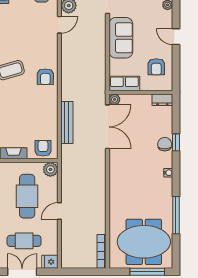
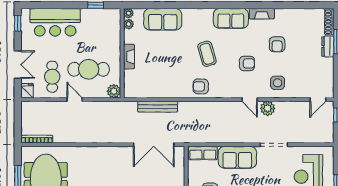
row of seats: (124, 83) -> (203, 153), moved, turned 90
plant: (115, 99) -> (179, 151), removed
armchair: (43, 148) -> (247, 63), moved
cafe table: (24, 241) -> (52, 77), moved

